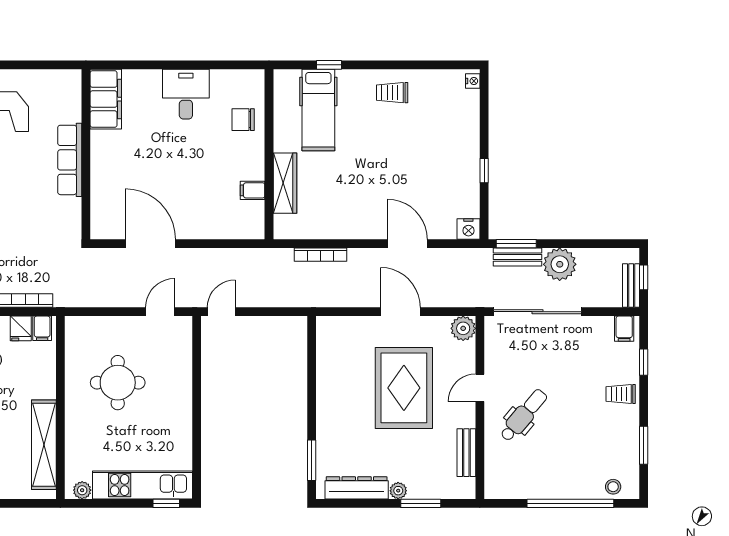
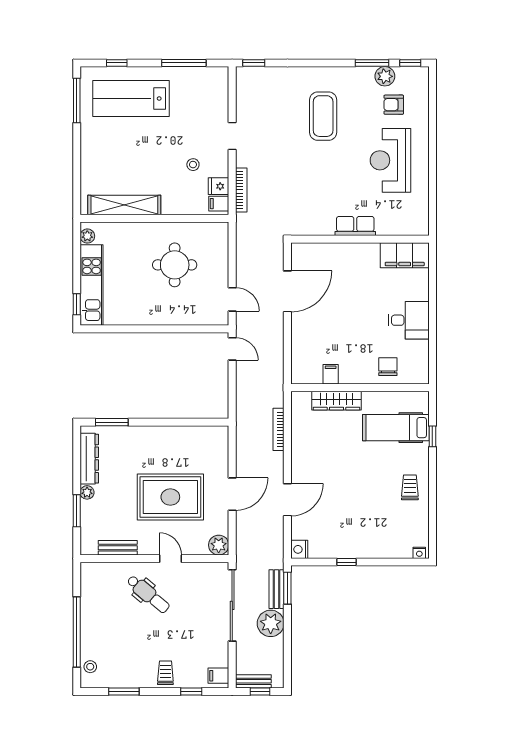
row of seats: (70, 160) -> (355, 226), width x0.68

